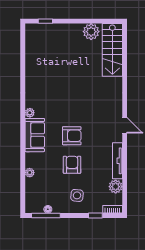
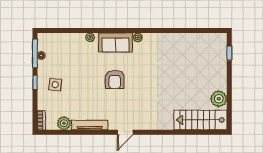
armchair: (72, 165) -> (86, 80), removed
plant: (30, 173) -> (90, 37), moved
window: (95, 216) -> (35, 82), moved

